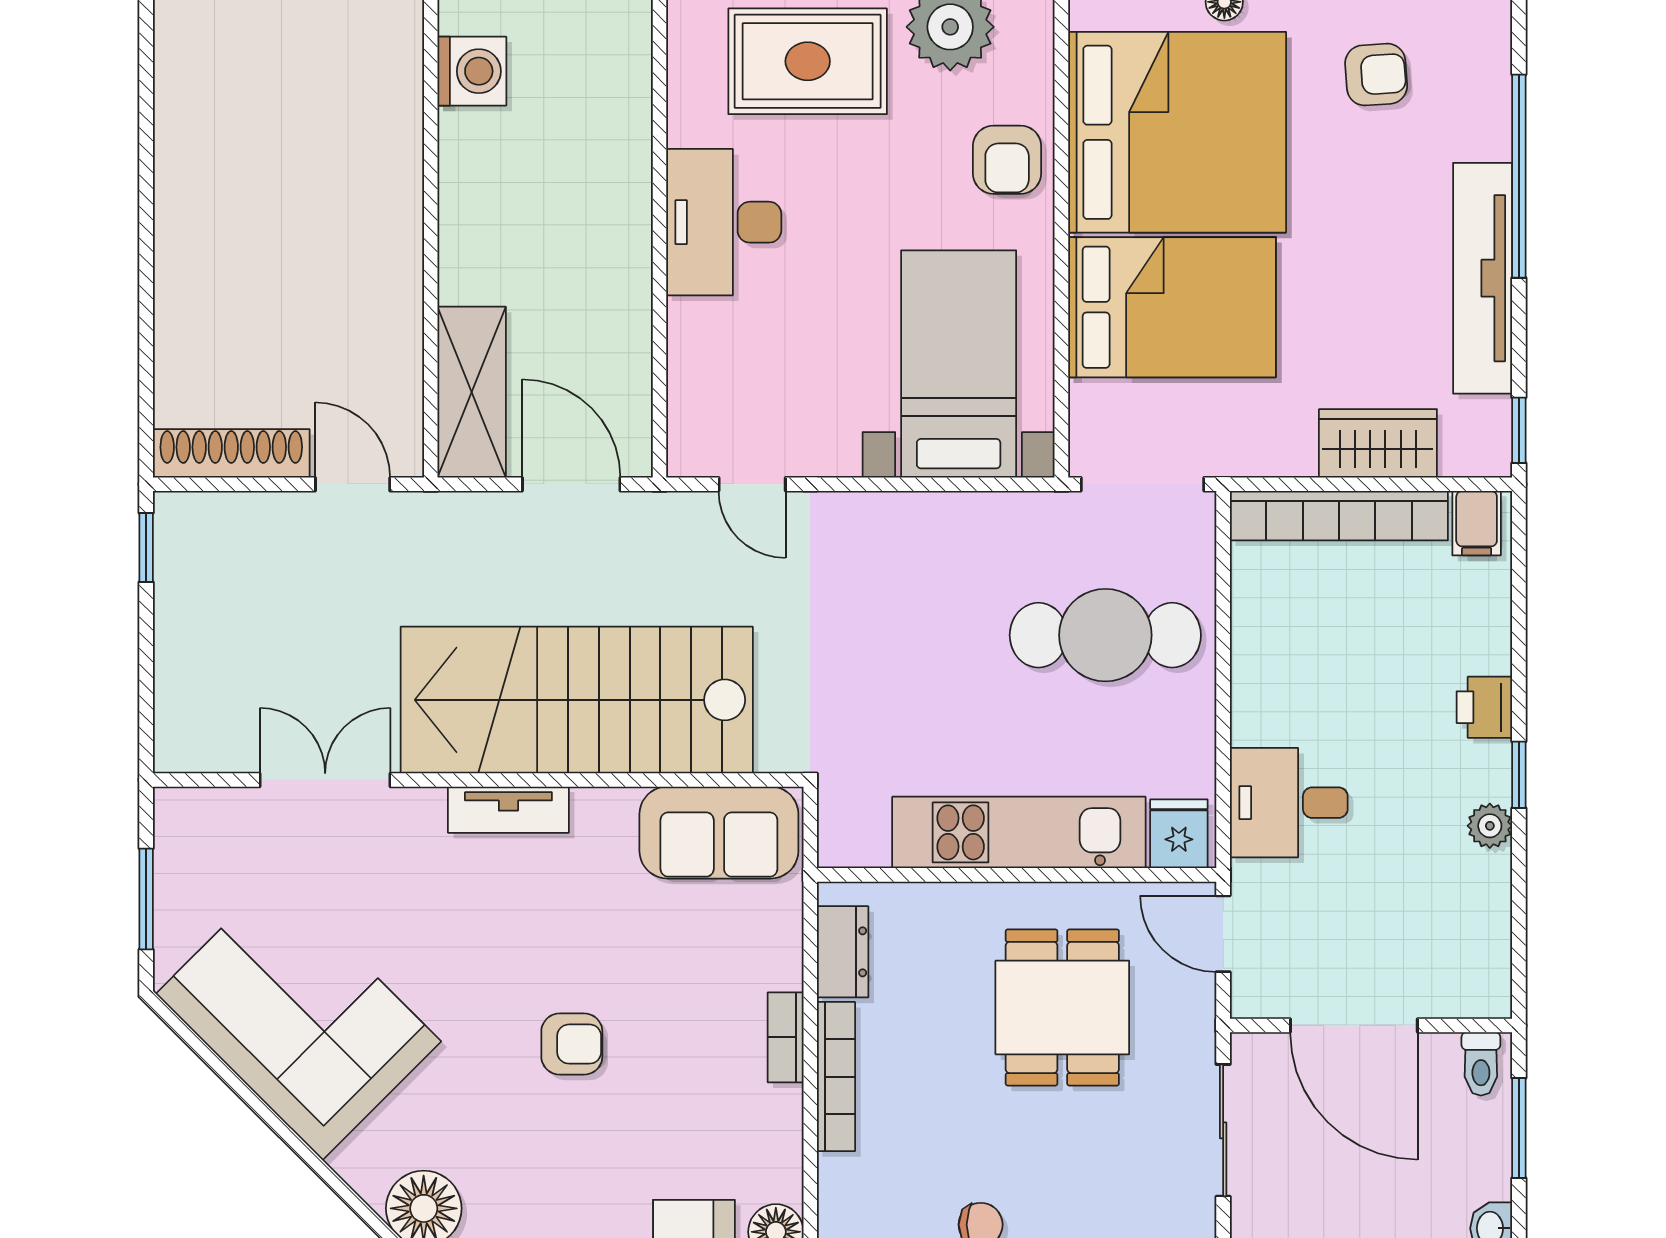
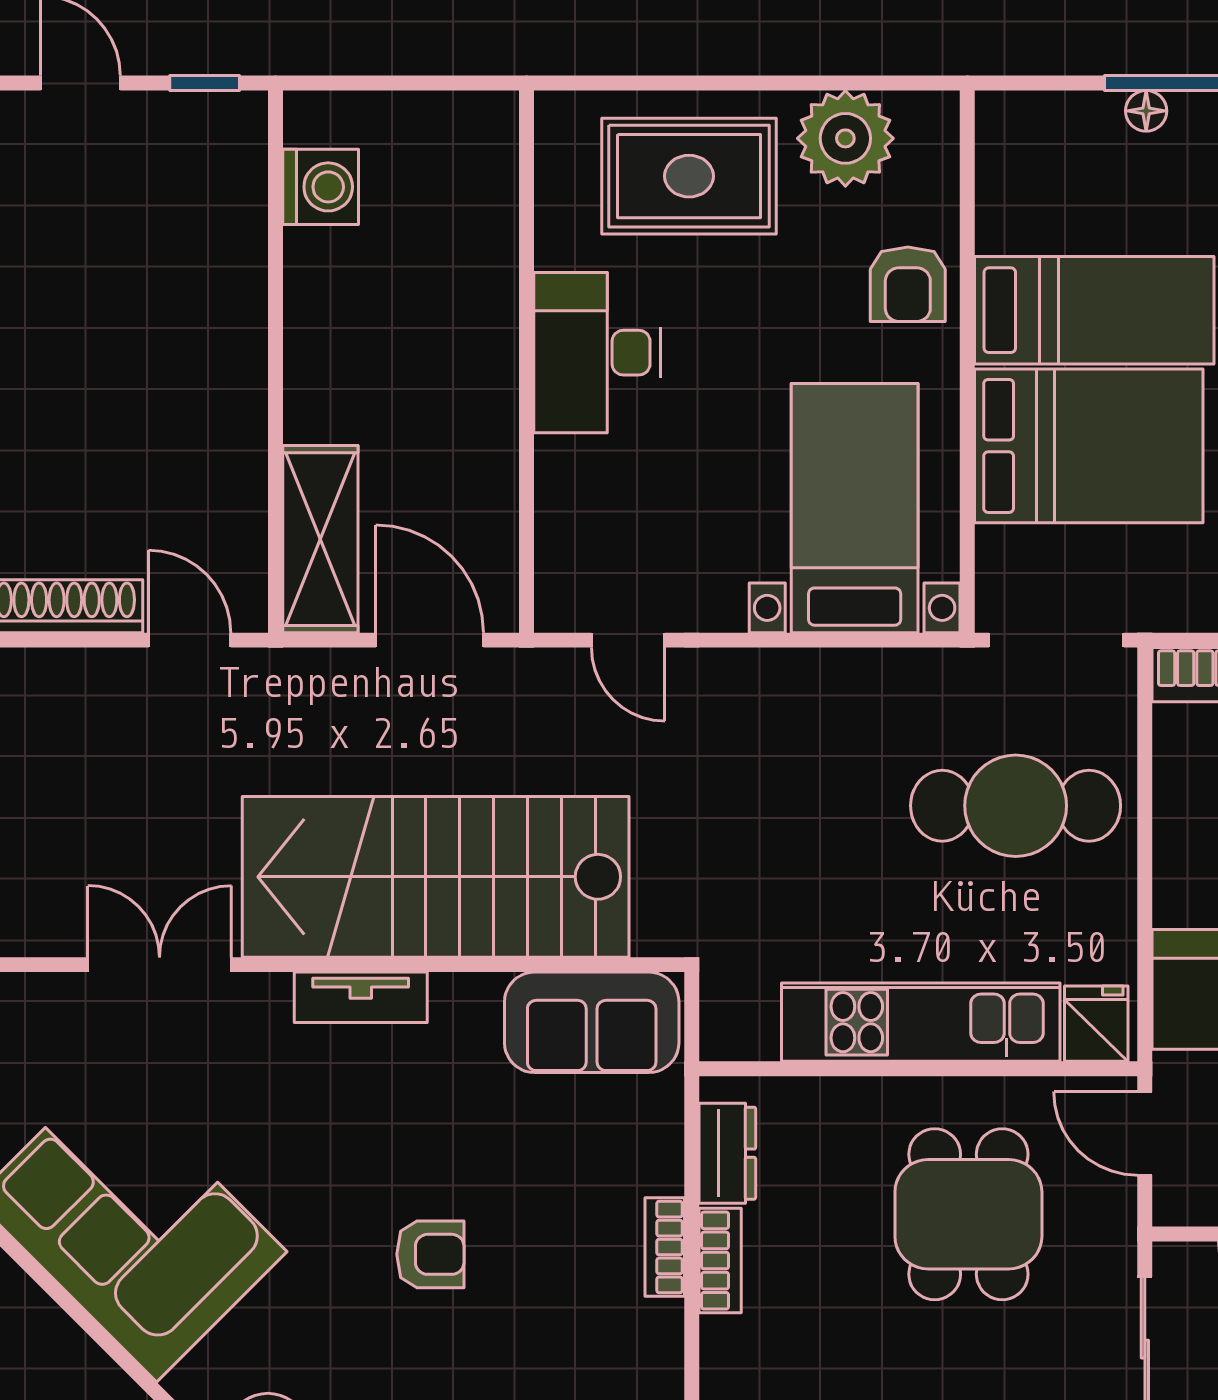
bed: (1177, 132) -> (1094, 310), width x0.49
bookcase: (836, 1077) -> (720, 1261), width x0.64

